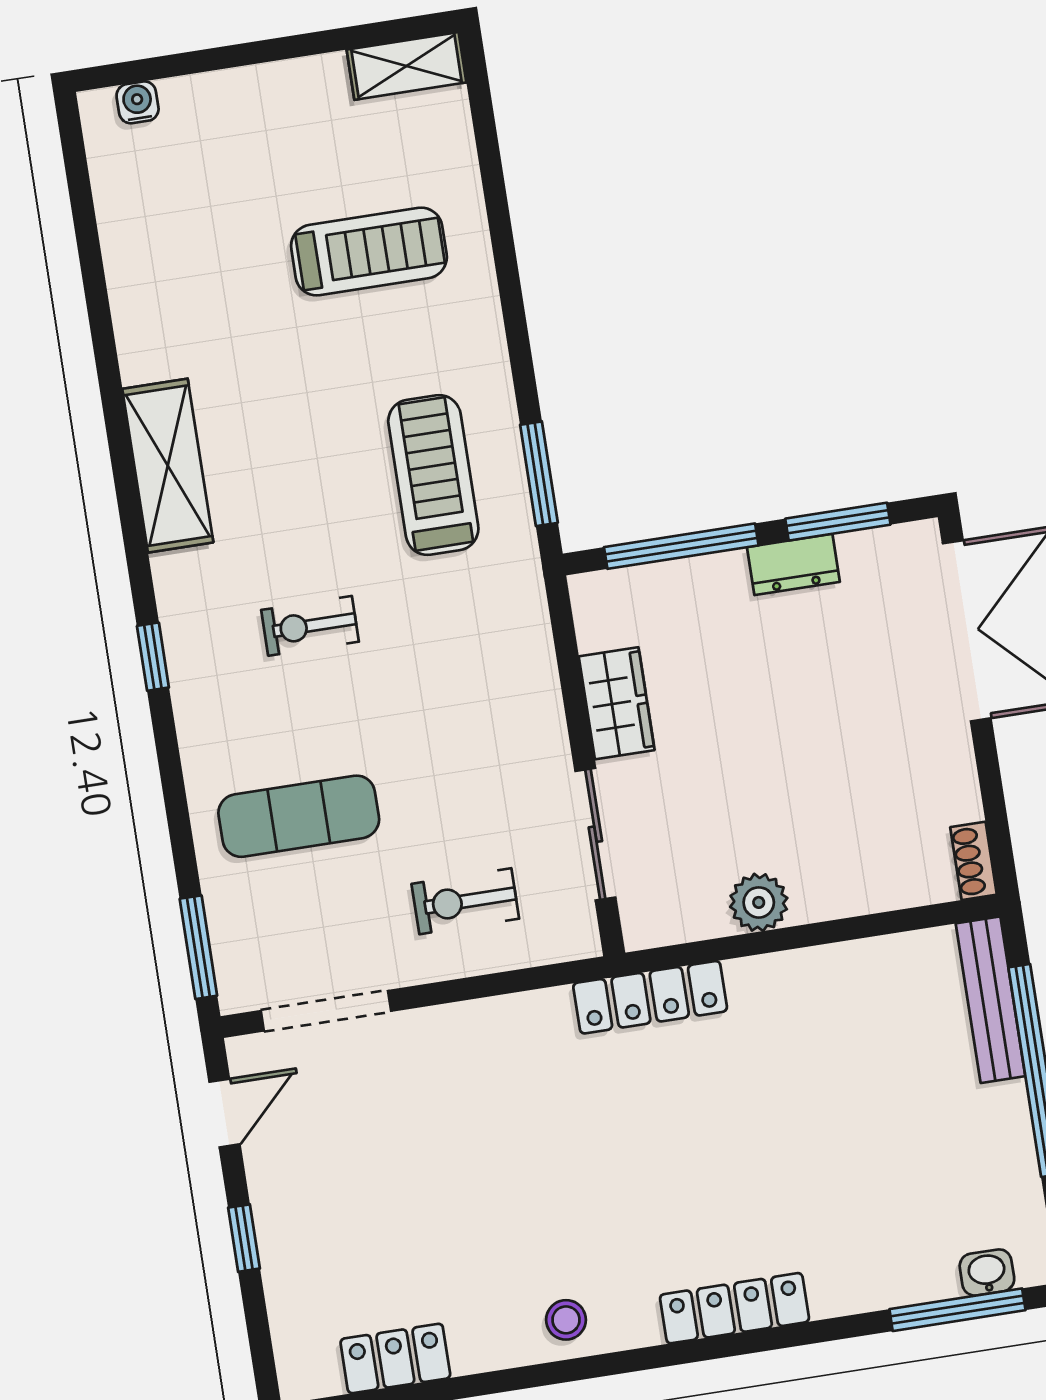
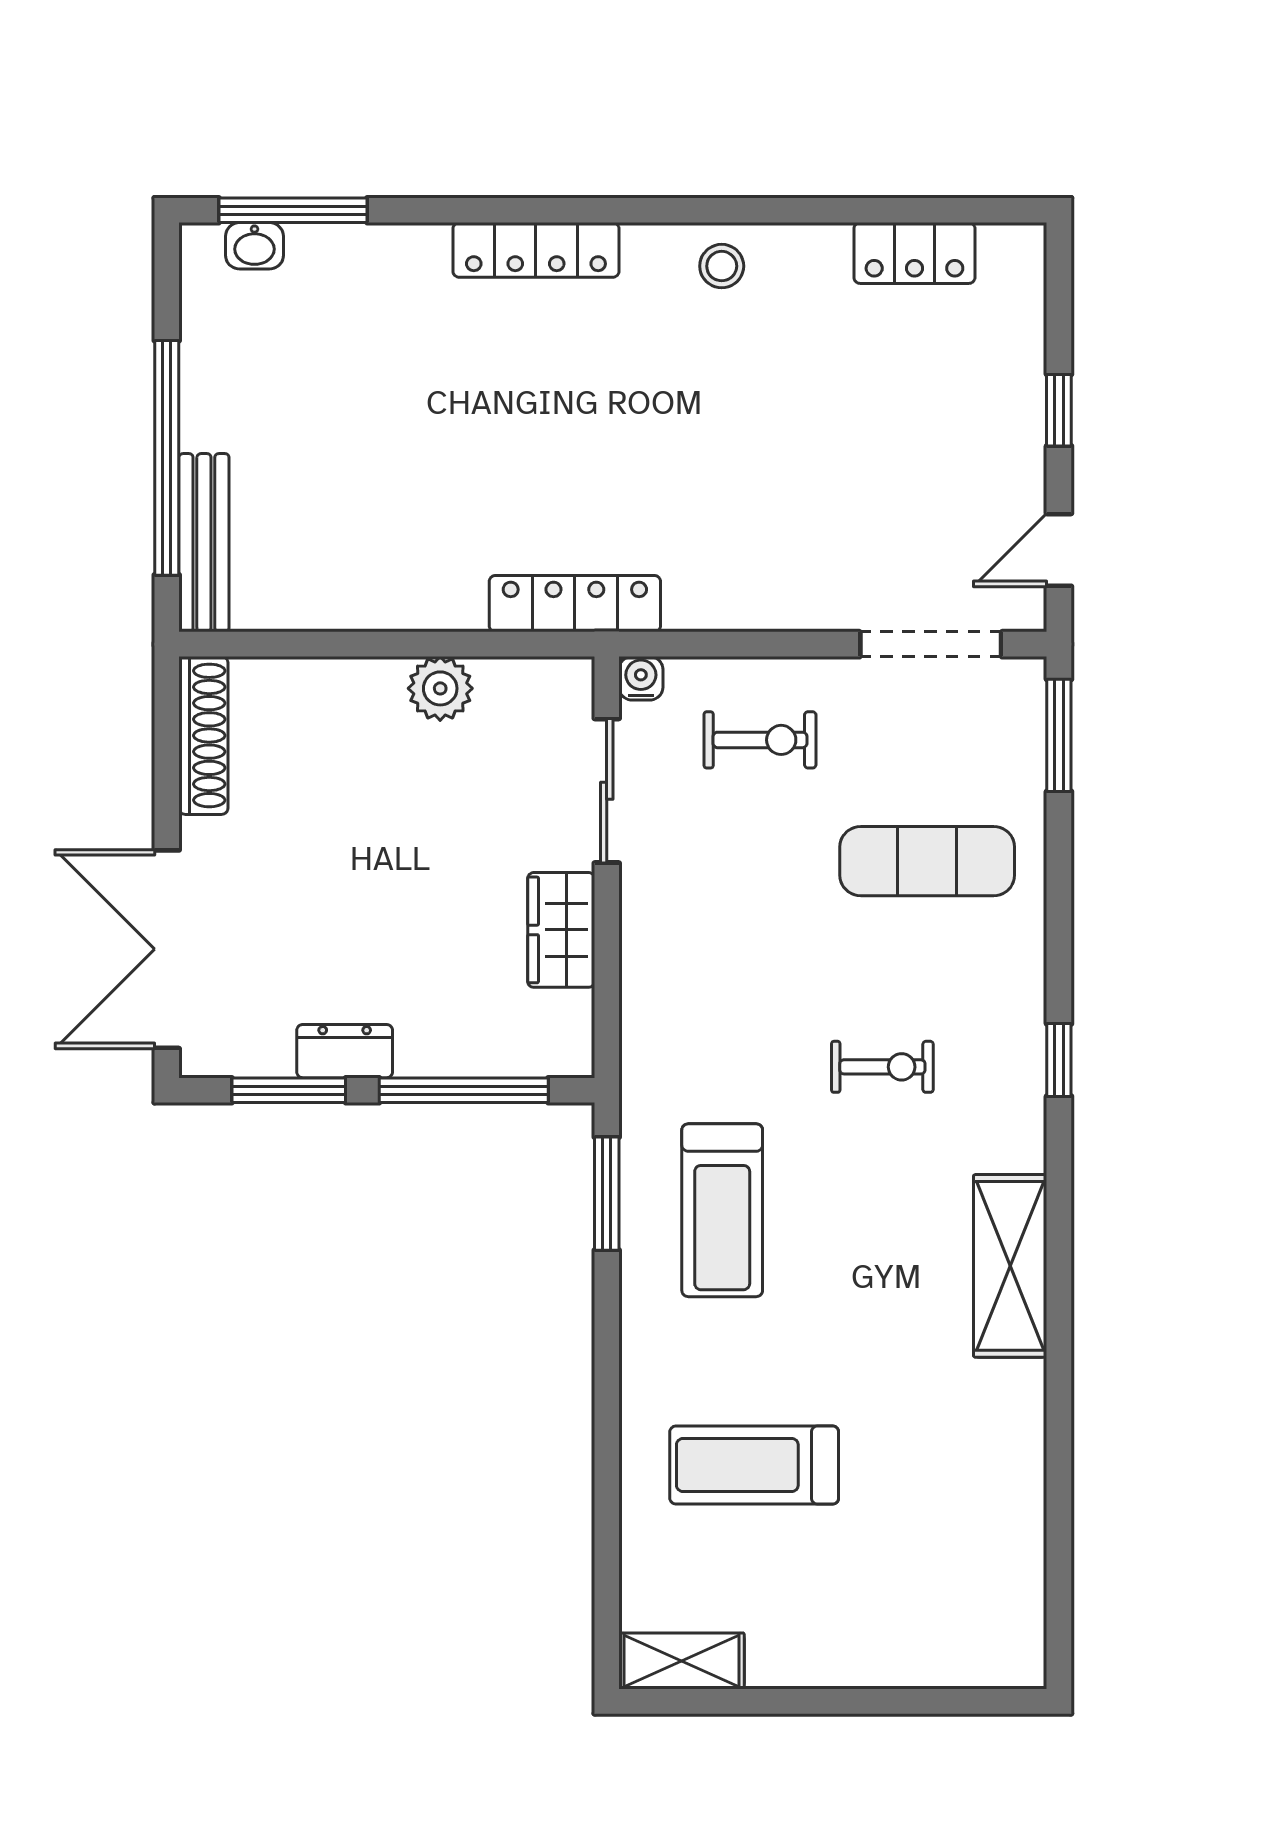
water cooler: (138, 102) -> (641, 678), moved, turned 180
shoe rack: (974, 861) -> (203, 735), width x1.94, depth x1.24

